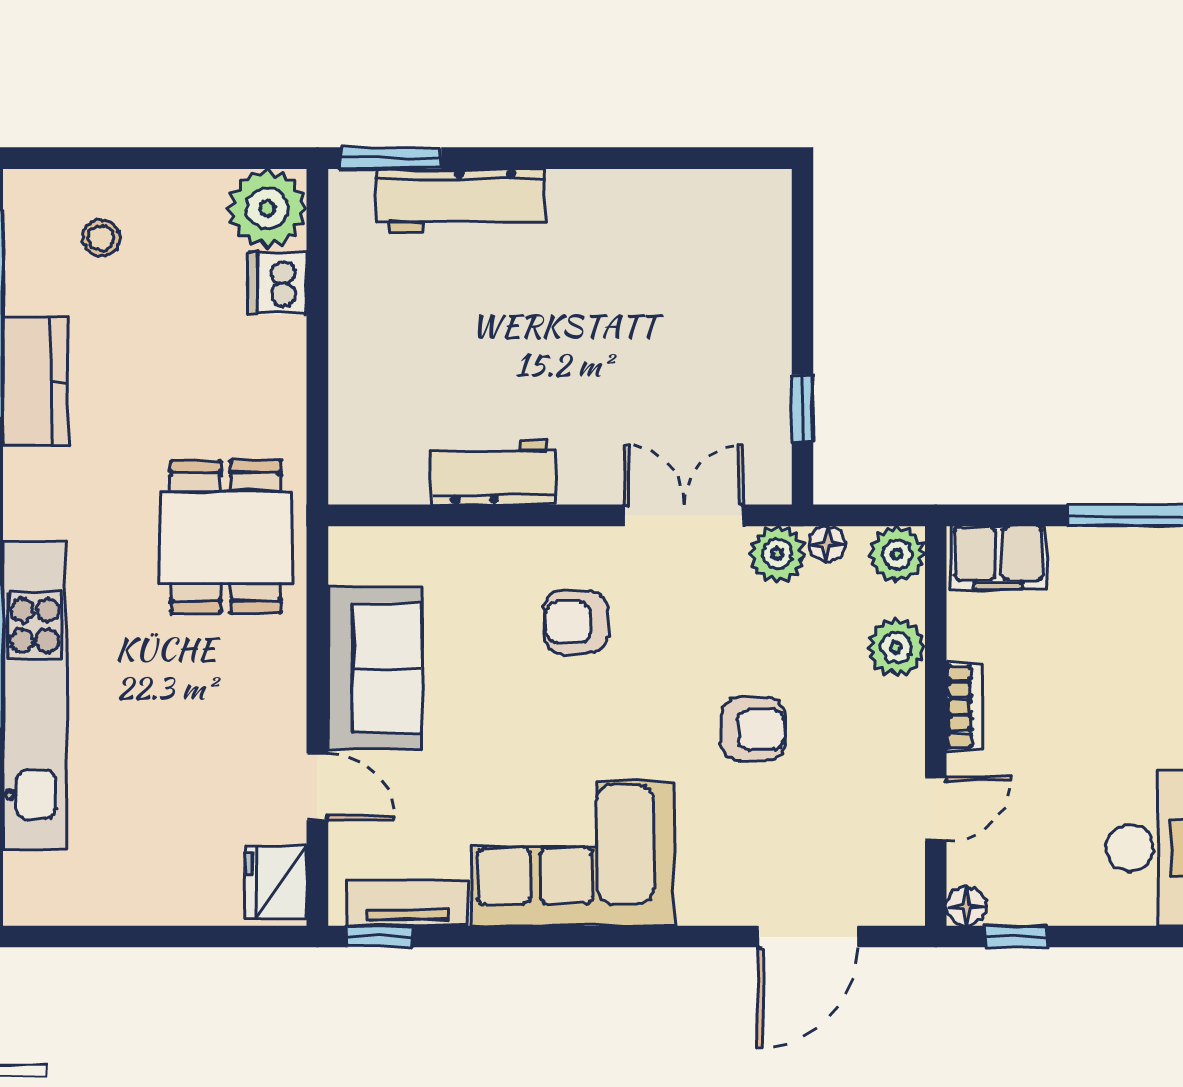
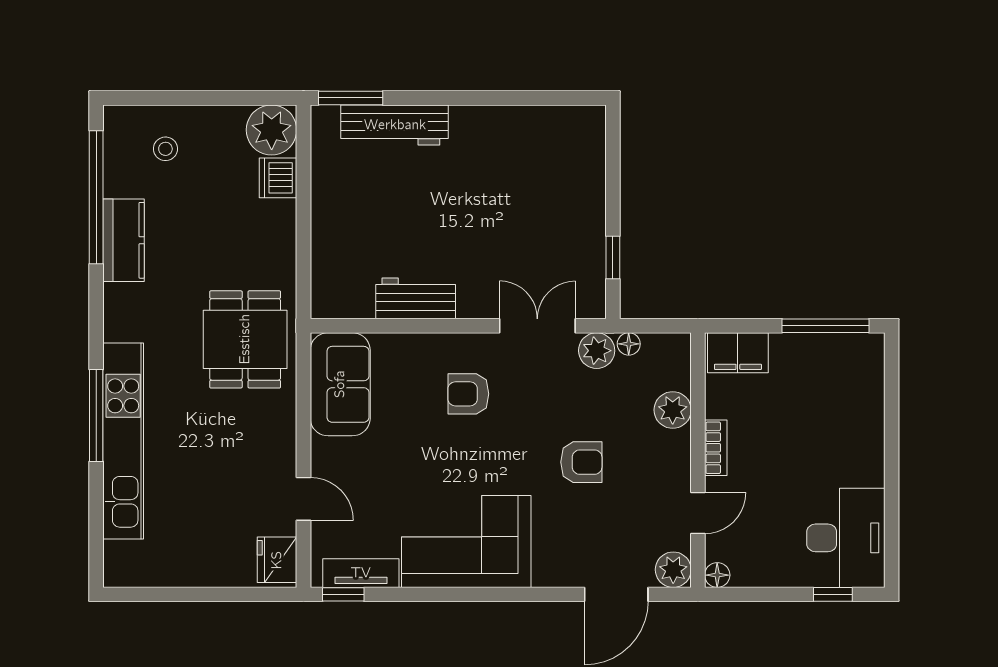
plant: (897, 554) -> (673, 570), moved
sofa: (375, 668) -> (340, 384), moved
window: (1016, 937) -> (833, 594), moved

